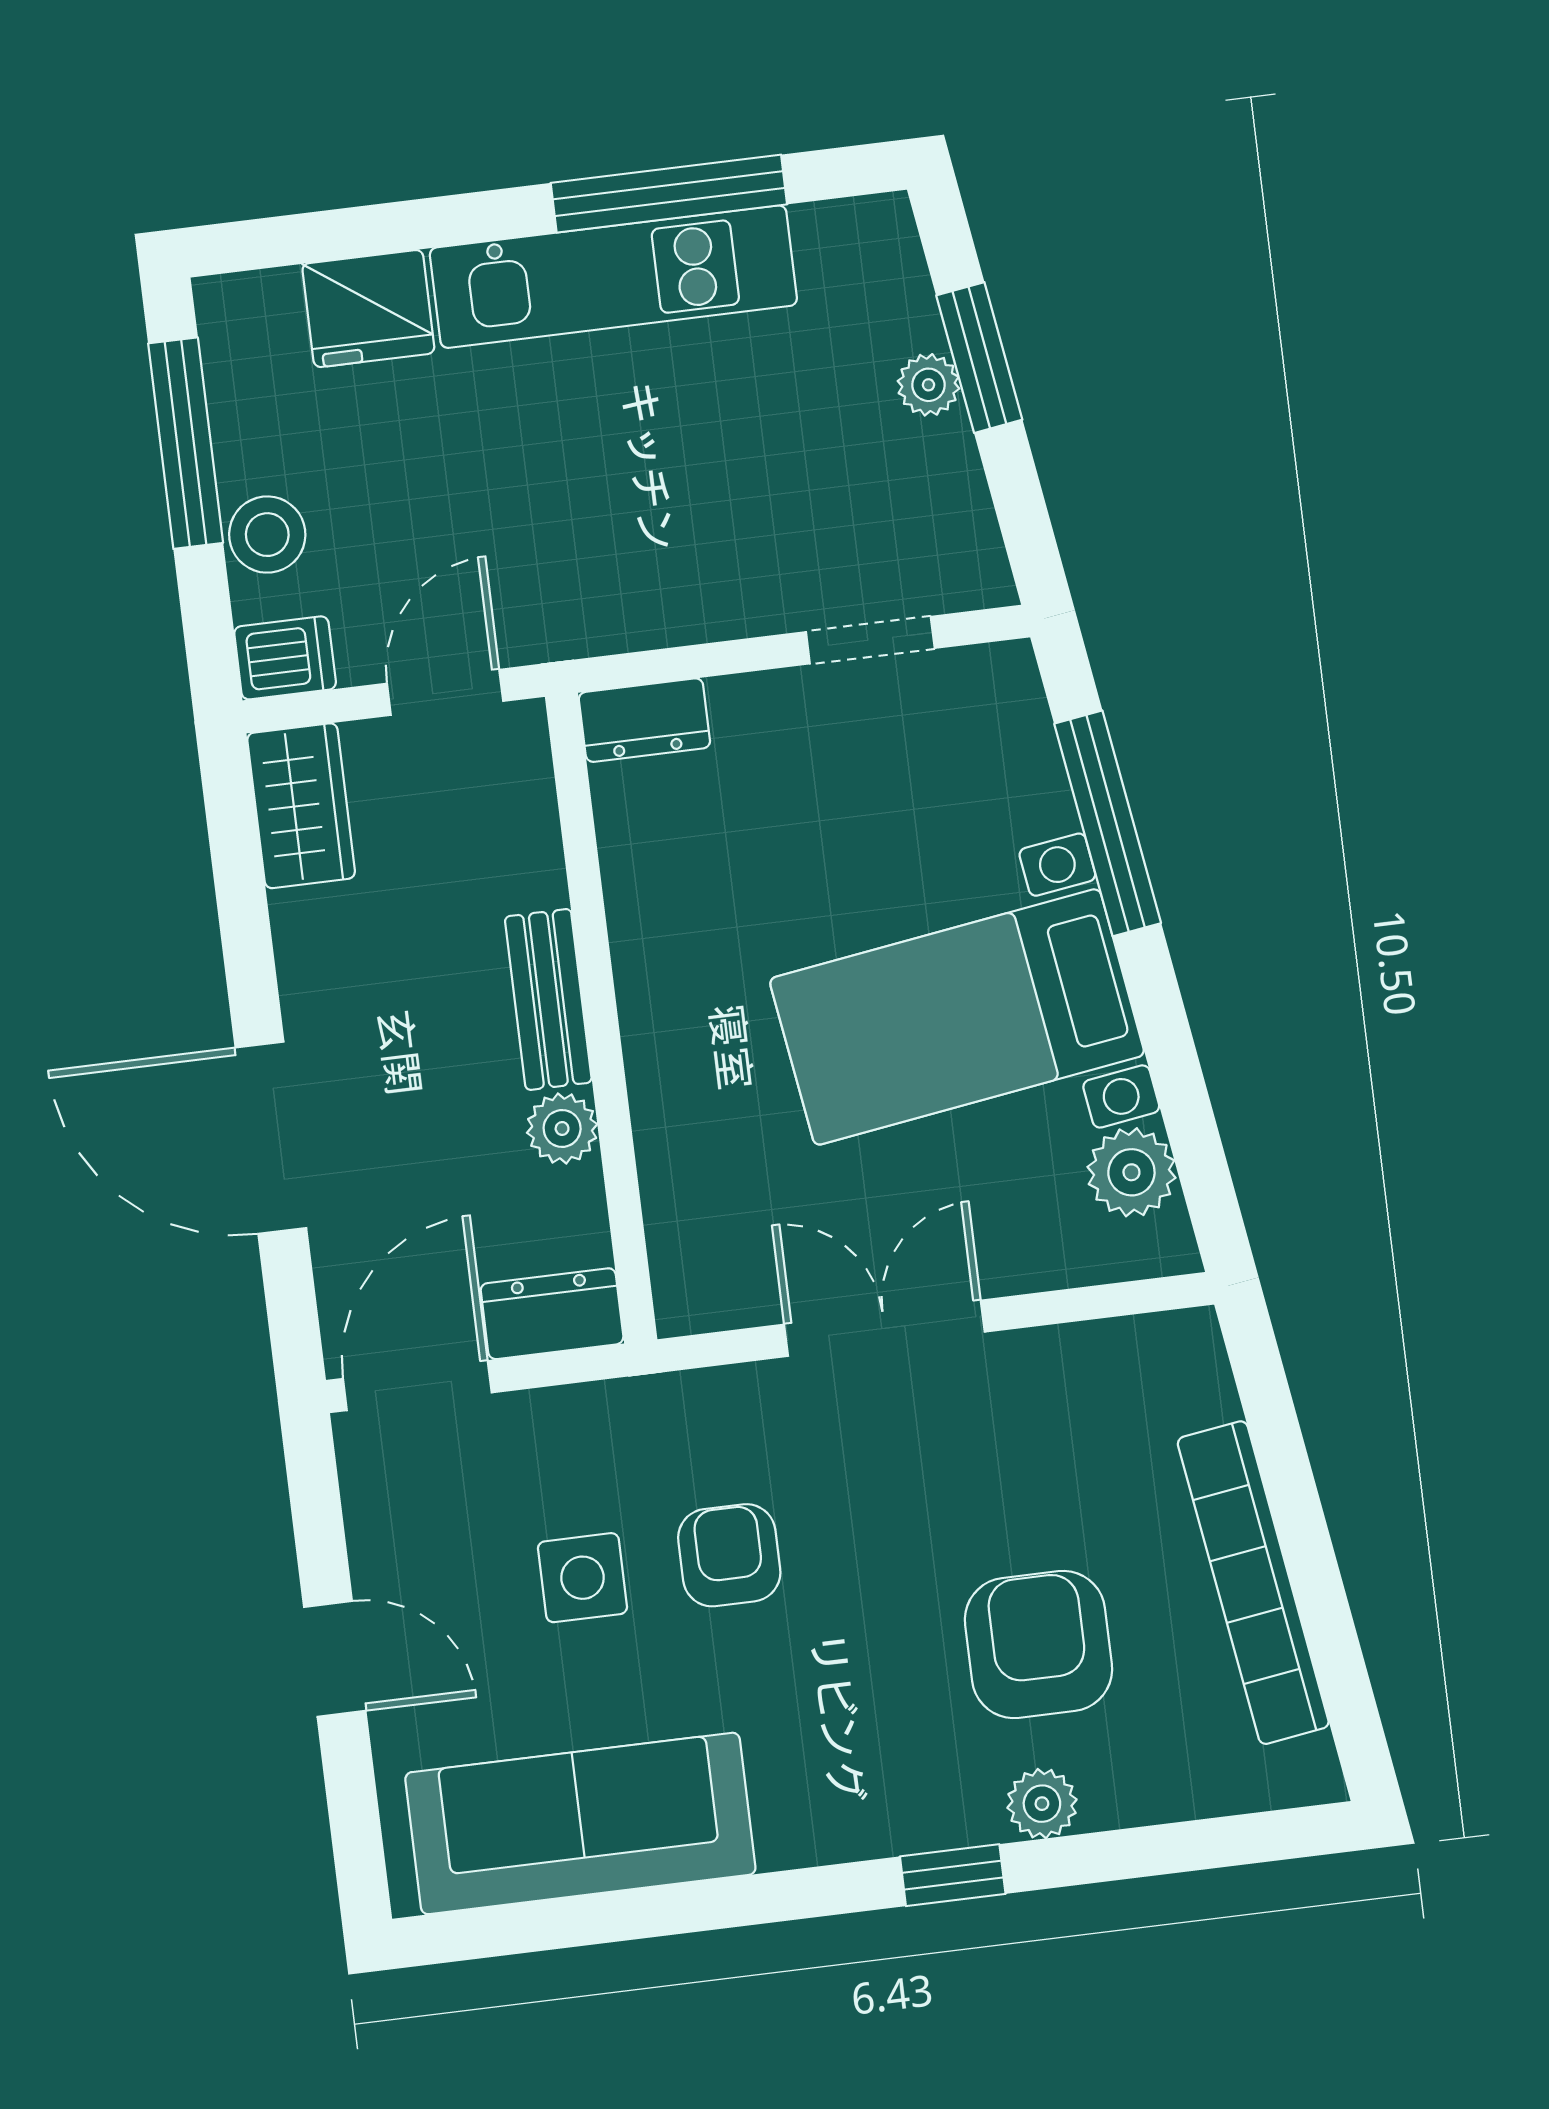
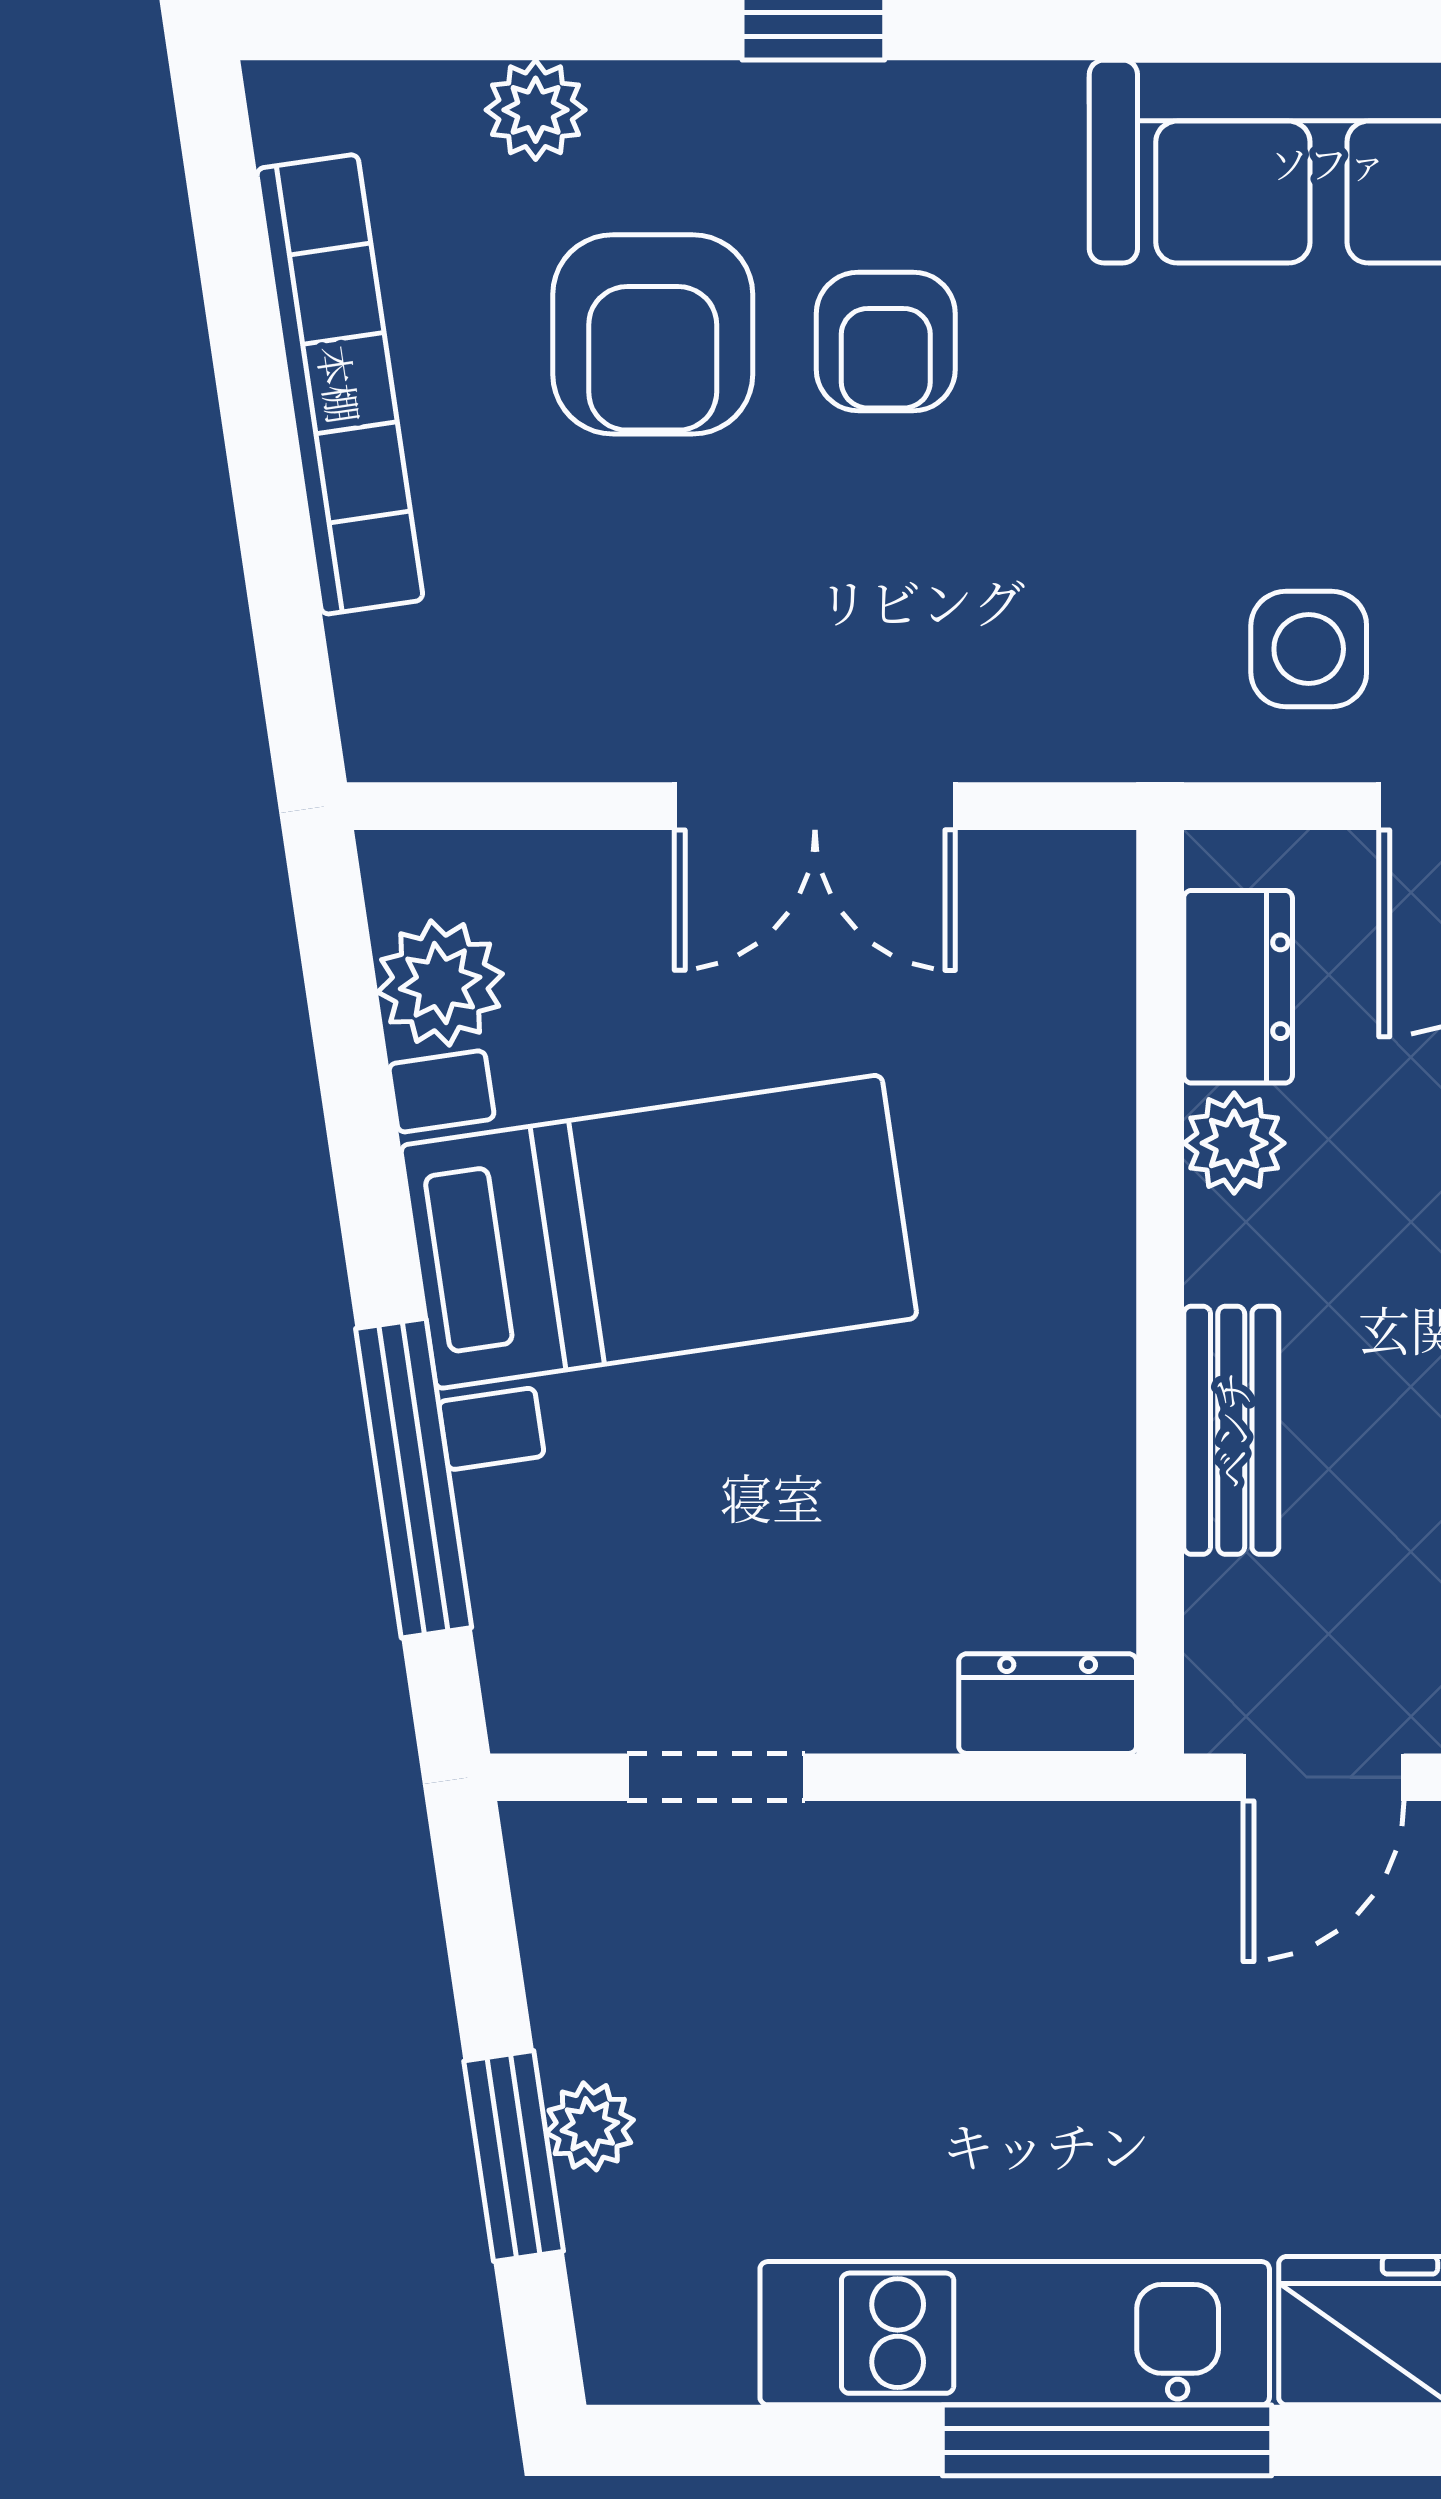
window: (669, 194) -> (1107, 2440), moved
bench: (548, 999) -> (1231, 1430), moved
dresser: (552, 1314) -> (1238, 987), moved, turned -90
armchair: (729, 1555) -> (886, 342), moved
side table: (583, 1578) -> (1309, 649), moved
plant: (1042, 1804) -> (536, 110), moved

